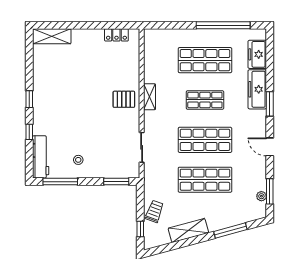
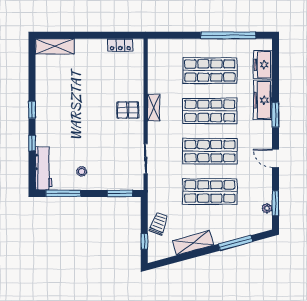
shop shelf: (205, 100) -> (210, 111), width x1.43, depth x1.36

